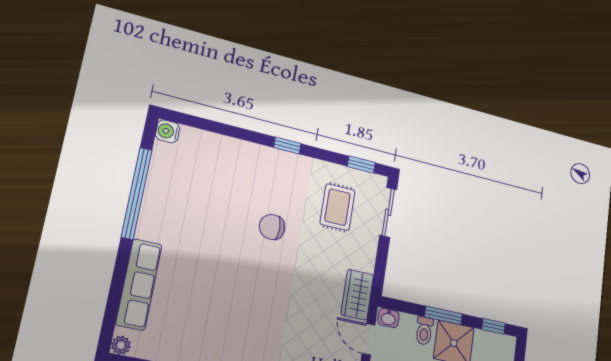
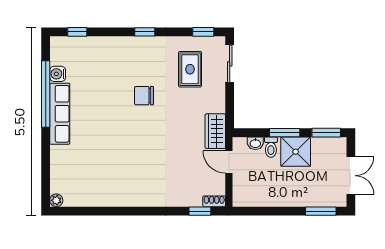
window: (198, 123) -> (77, 32), added
water cooler: (168, 131) -> (58, 74), moved
row of seats: (139, 284) -> (60, 114), moved
washbasin: (388, 318) -> (255, 143), moved
window: (493, 326) -> (326, 133), width x1.50

